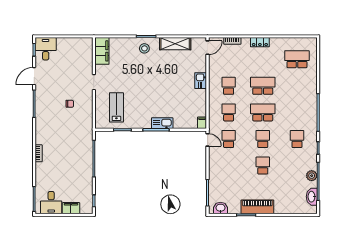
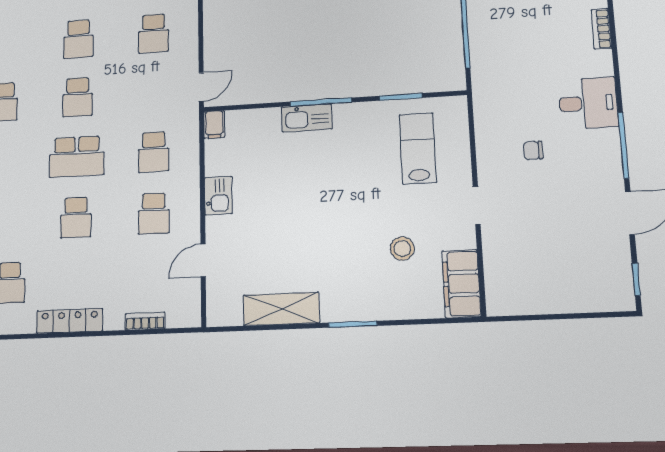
locker: (260, 42) -> (70, 321), width x1.53
stool: (144, 48) -> (402, 248), moved
door: (208, 48) -> (203, 260), moved
desk: (46, 49) -> (588, 103), moved, turned -90
kitchen sink: (201, 81) -> (218, 196), moved
school desk: (263, 86) -> (76, 217), width x0.54
lab bench: (116, 107) -> (418, 148), turned 180
school desk: (229, 139) -> (154, 33), moved
door: (208, 140) -> (201, 87), swing flipped

